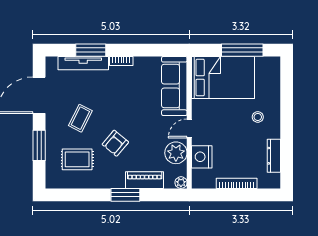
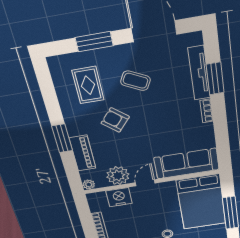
door: (189, 128) -> (145, 183), hinge flipped

